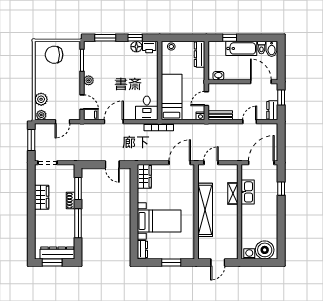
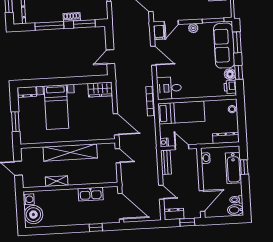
bathtub: (241, 48) -> (233, 168), moved
sofa: (108, 51) -> (224, 46), added
shelving: (233, 193) -> (57, 181), moved

